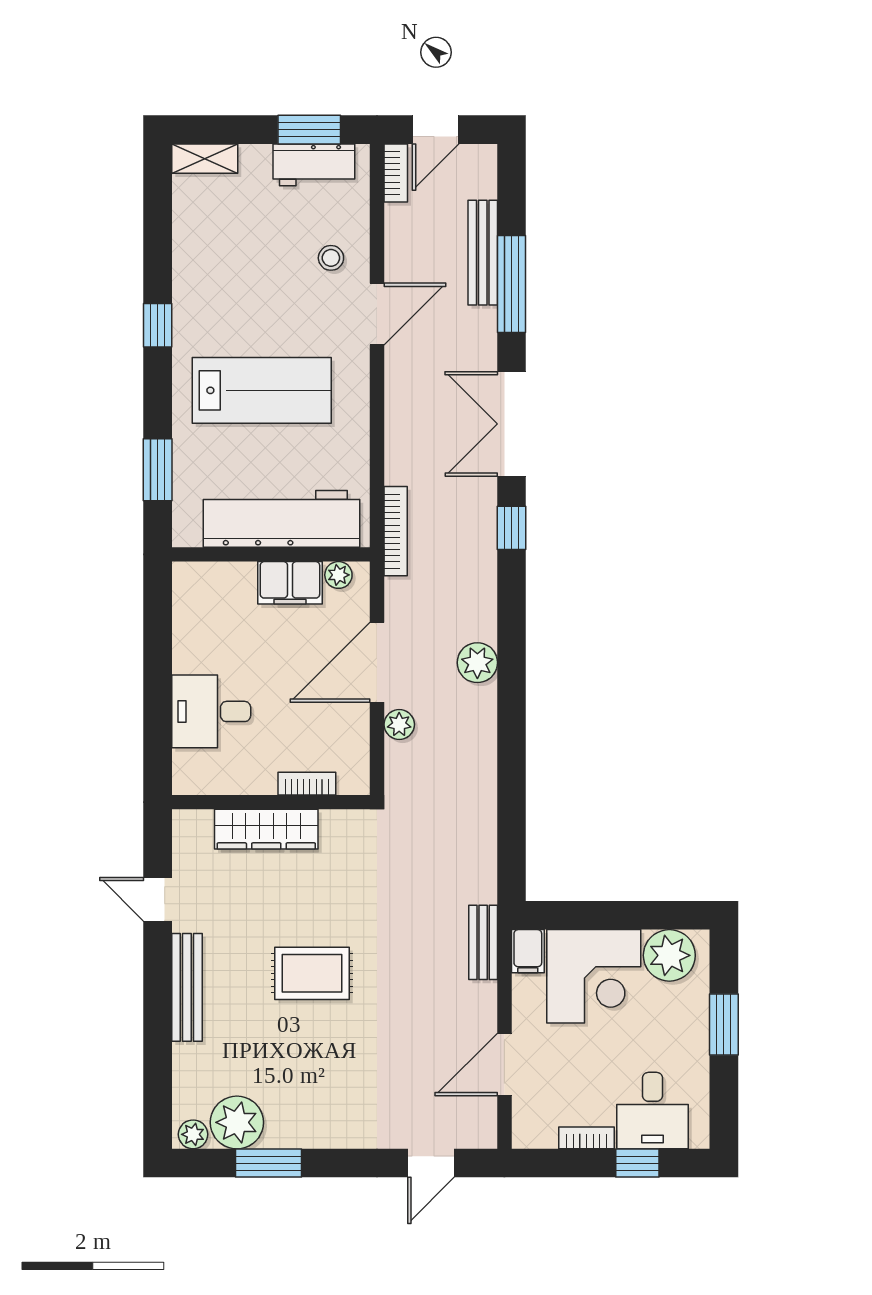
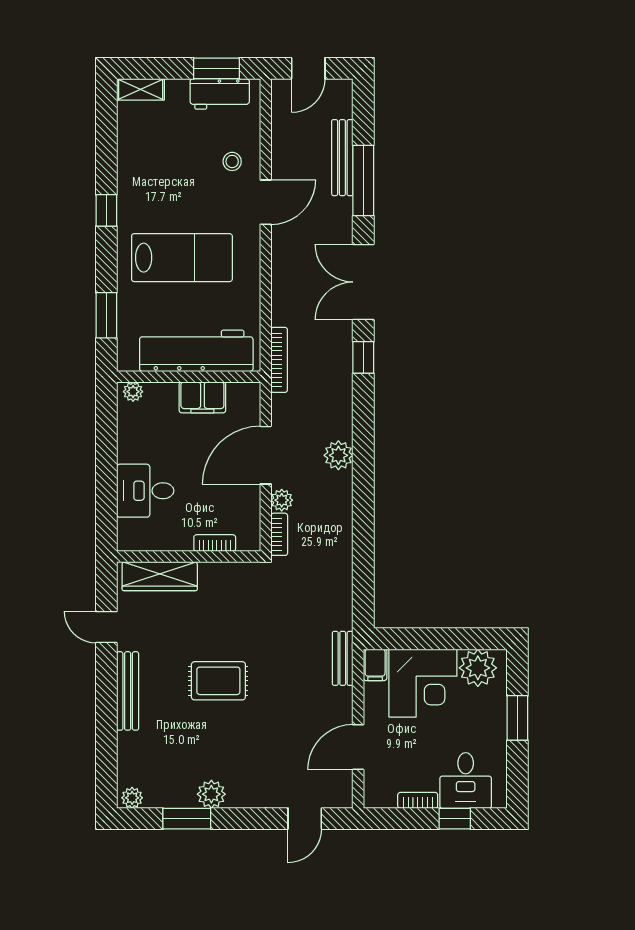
bookcase: (396, 173) -> (279, 534), moved
plant: (338, 575) -> (133, 392), moved
wardrobe: (266, 829) -> (160, 576), moved
plant: (237, 1122) -> (211, 794), moved, width x0.73, depth x0.73

